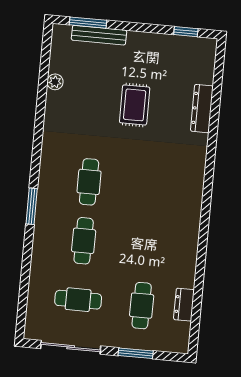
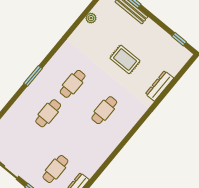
rug: (135, 105) -> (125, 59), turned 90
cafe table: (78, 300) -> (104, 110), moved, turned 90

